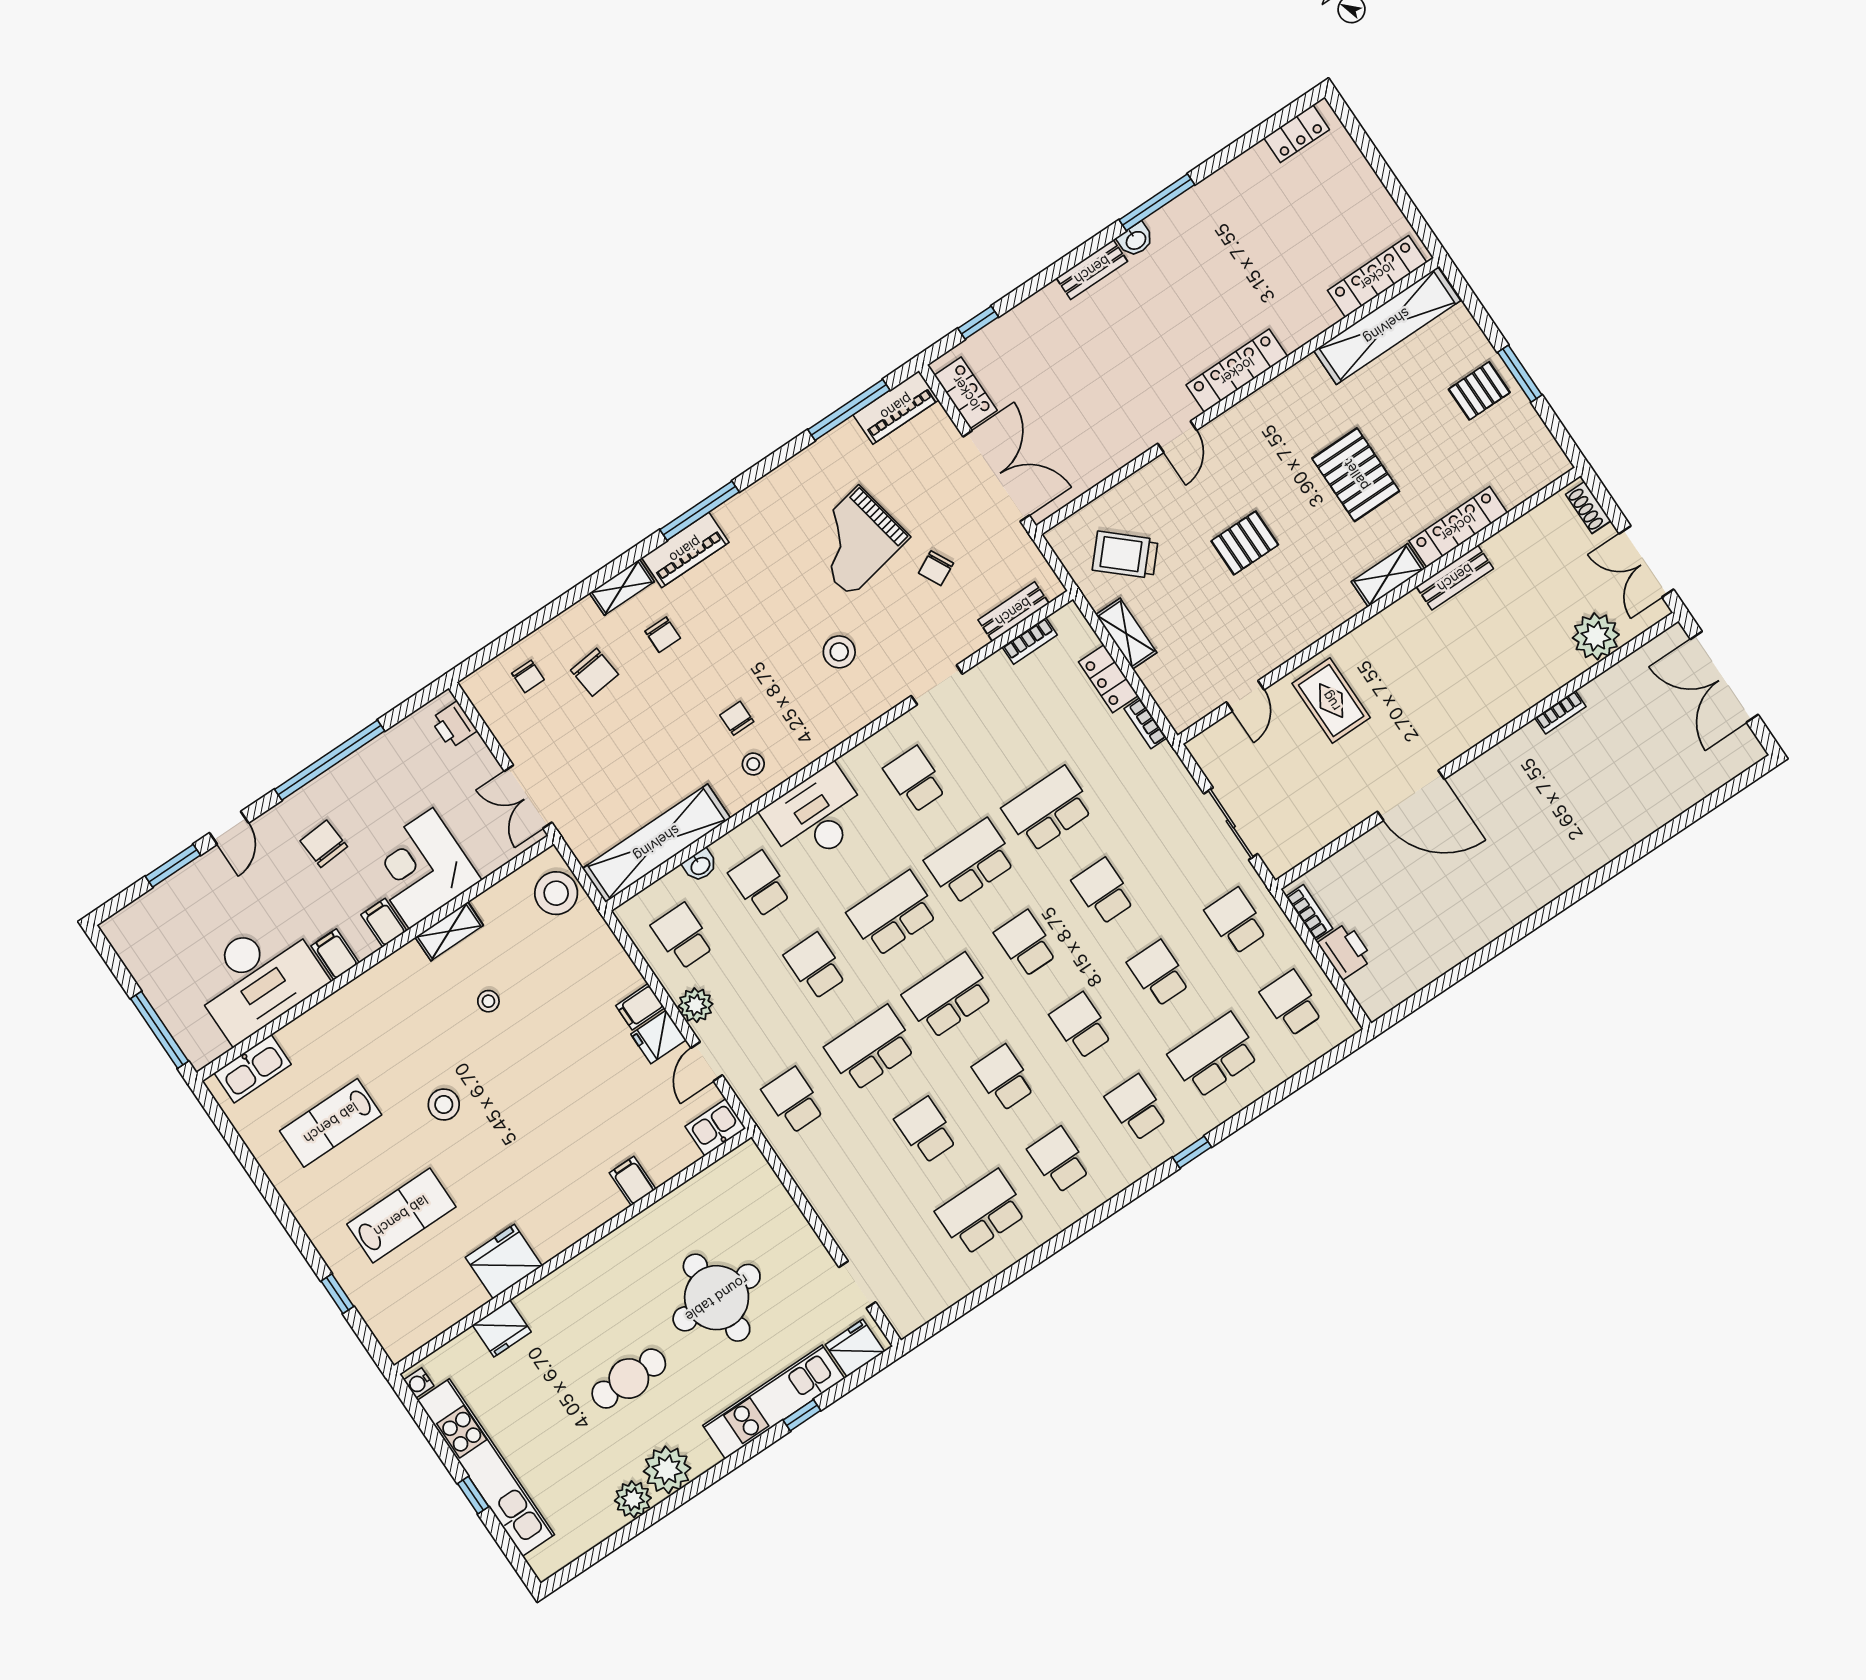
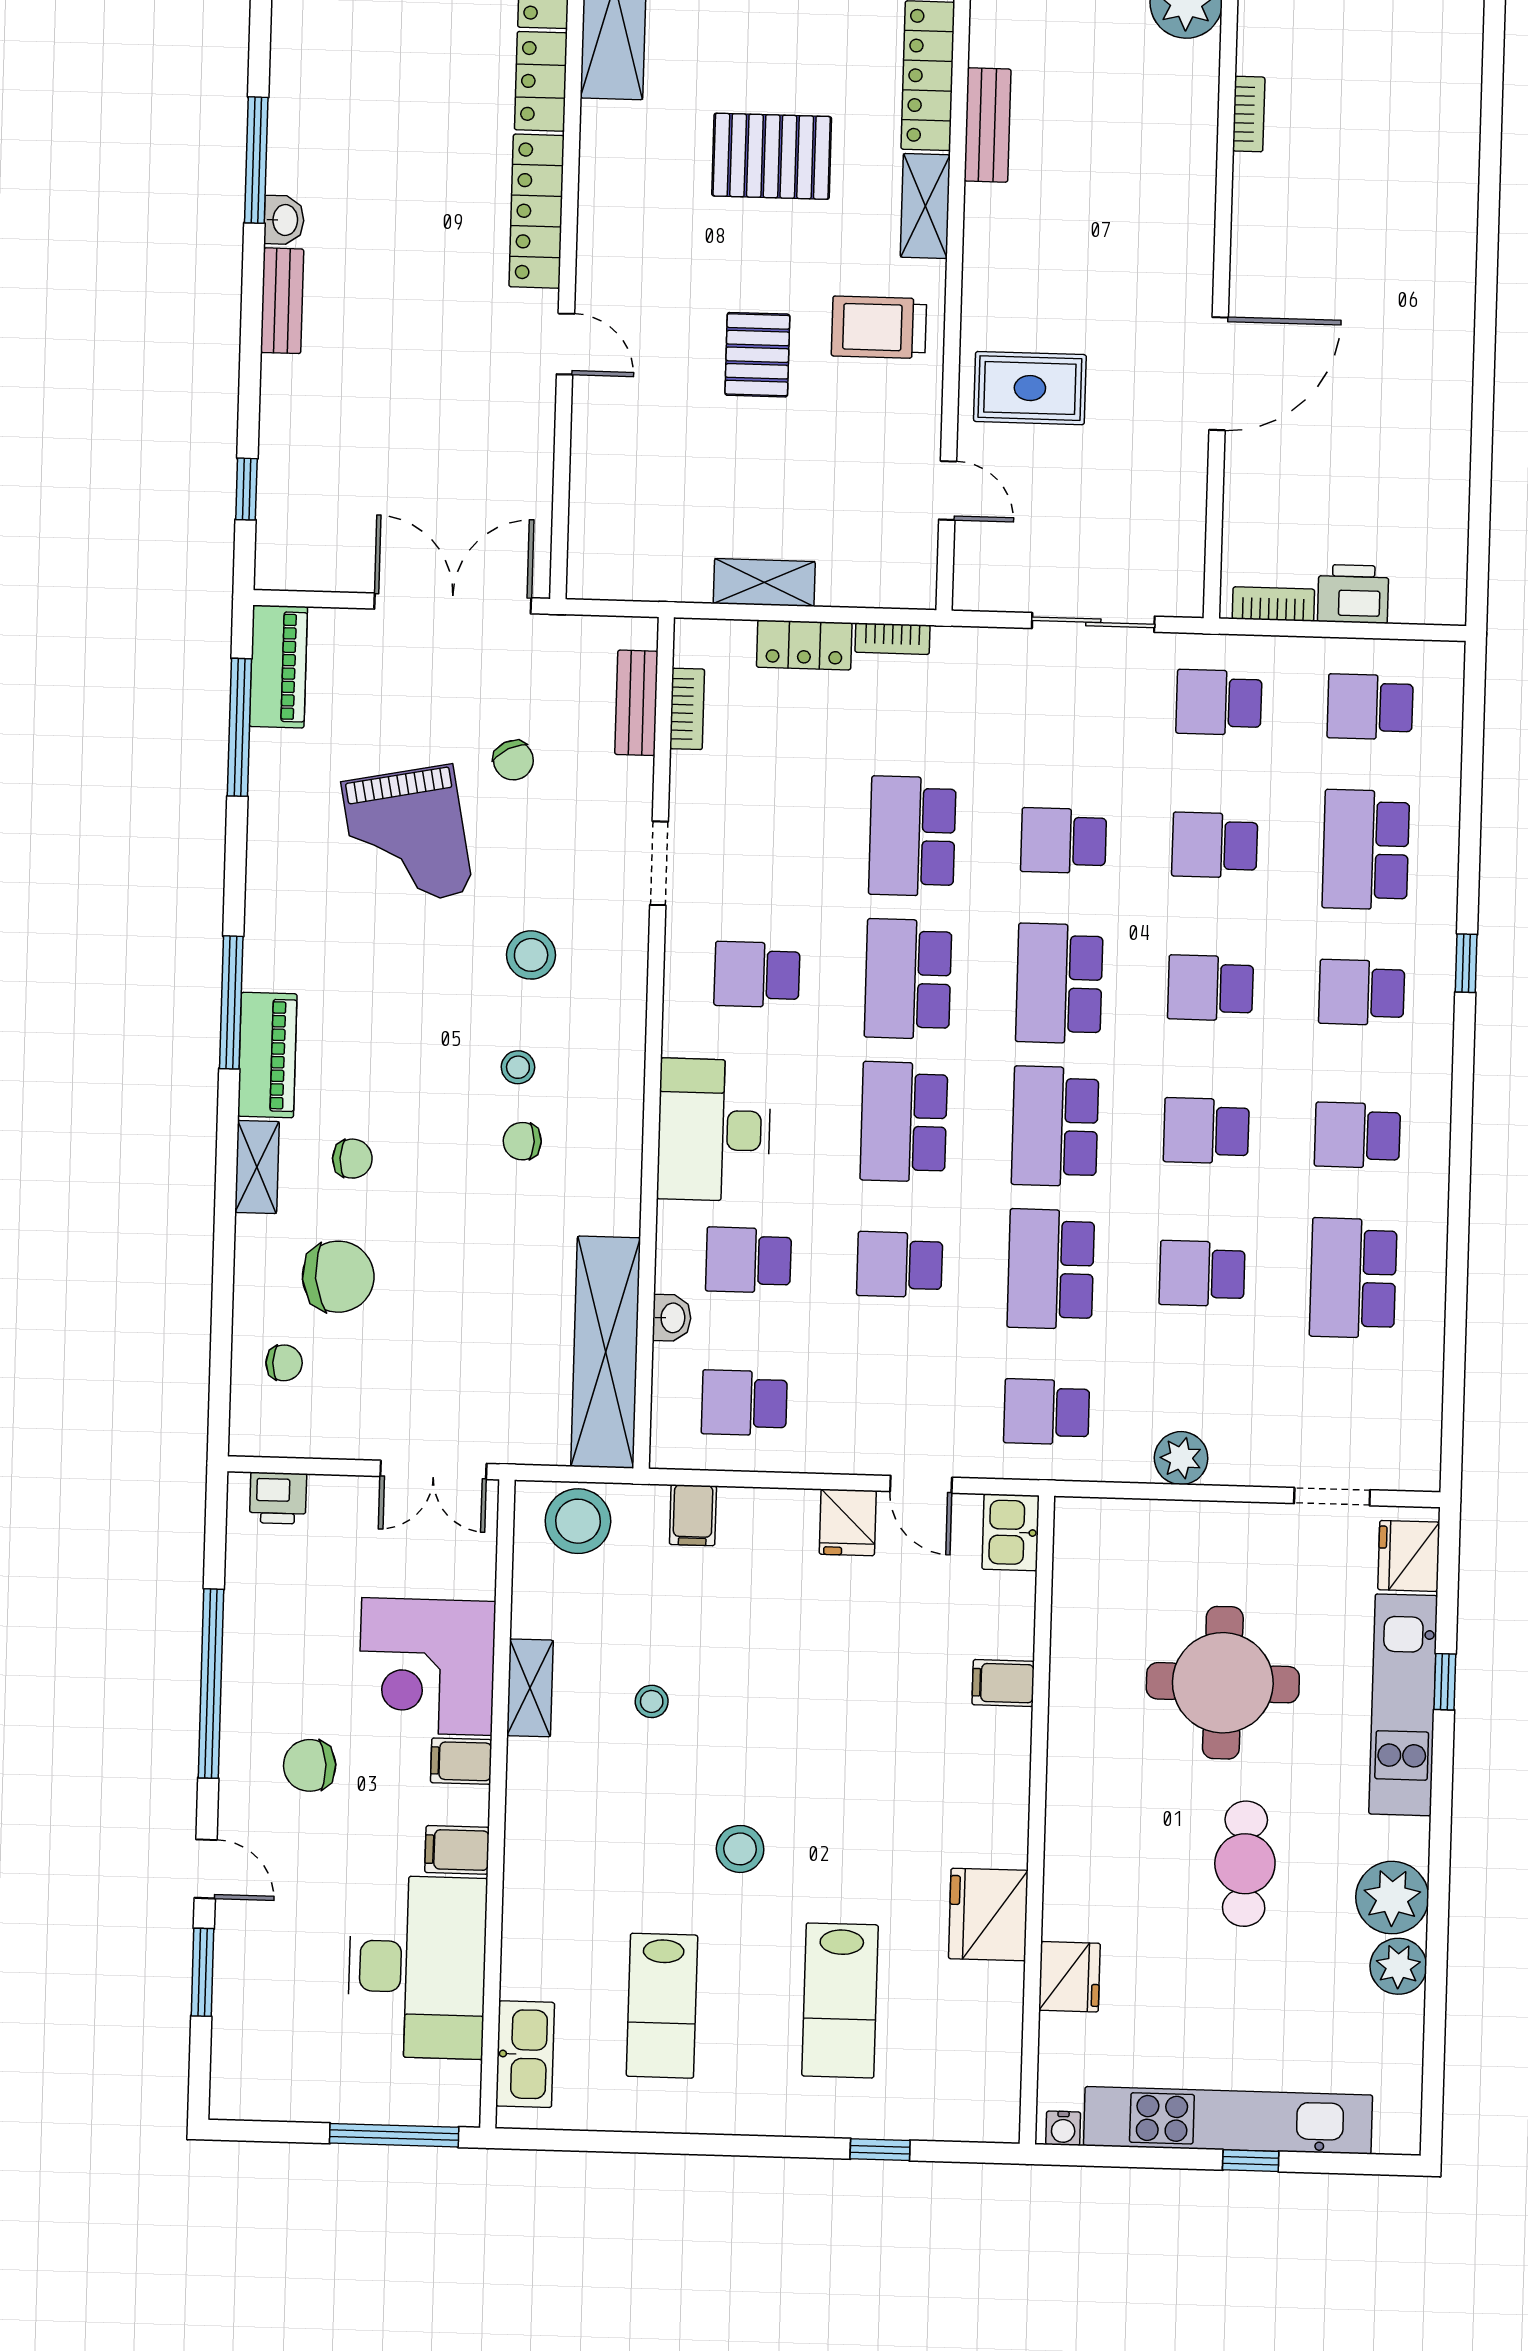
locker: (966, 393) -> (541, 81), moved, turned -90
trolley: (1125, 555) -> (879, 327), moved, turned 48
chair: (595, 672) -> (338, 1277), width x1.37, depth x1.37
stool: (753, 764) -> (518, 1067), moved
school desk: (1026, 944) -> (1059, 983), width x1.85
plant: (696, 1005) -> (1181, 1458), moved
filing cabinet: (640, 1007) -> (693, 1515), moved
lab bench: (401, 1216) -> (840, 2000), turned 180

